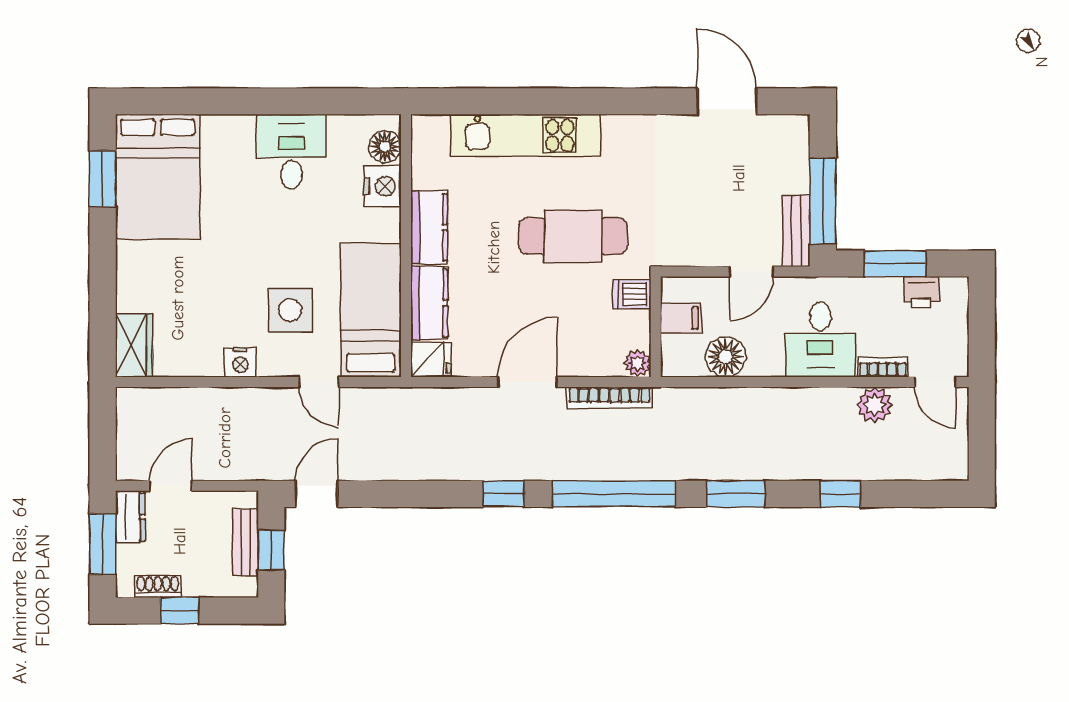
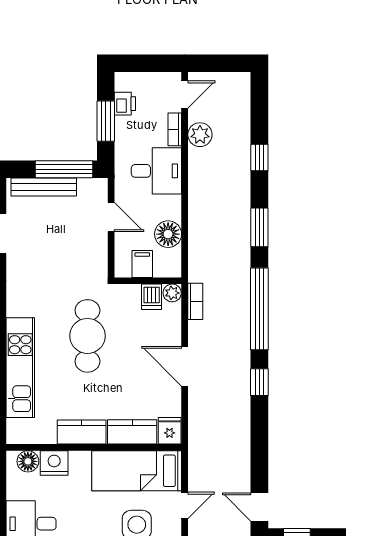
bench: (796, 231) -> (44, 187), moved, width x1.36
dishwasher: (632, 294) -> (152, 297), moved
bookcase: (609, 398) -> (195, 301), width x0.64

